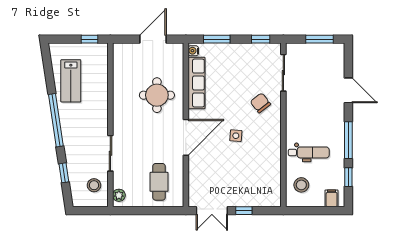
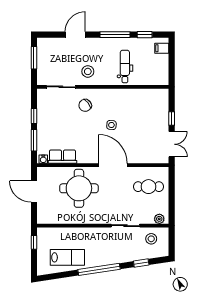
window: (261, 39) -> (34, 116), moved
row of seats: (196, 83) -> (62, 157), width x0.68
round table: (157, 95) -> (79, 188), width x1.36, depth x1.36
stool: (301, 185) -> (88, 71), moved

